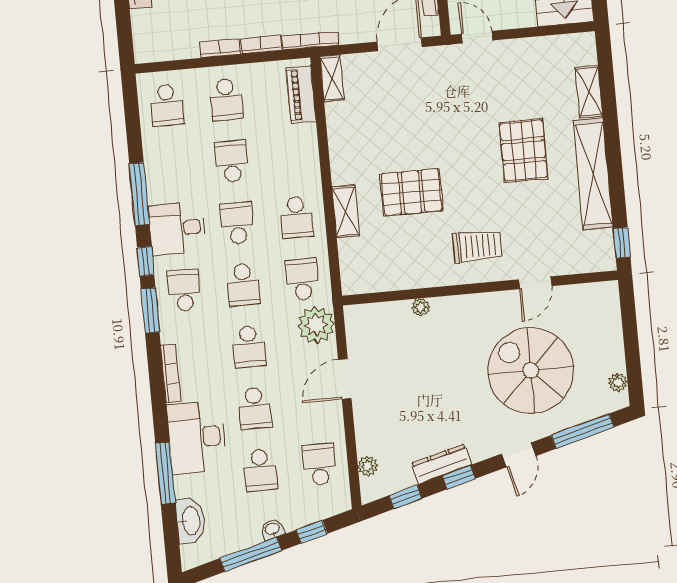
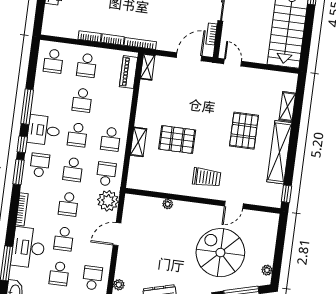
school desk: (232, 161) -> (82, 100), turned 180
school desk: (237, 223) -> (77, 135), turned 180

